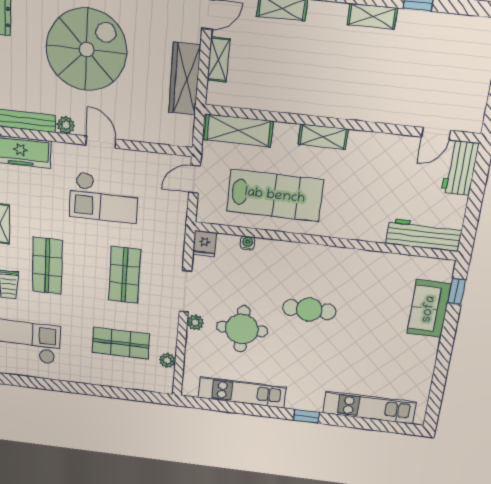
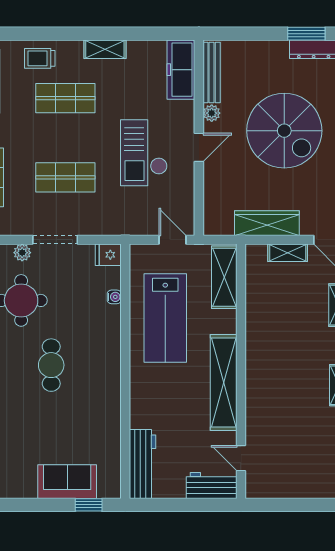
shelving: (323, 137) -> (224, 382), width x2.20, depth x1.33

